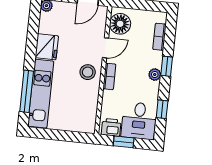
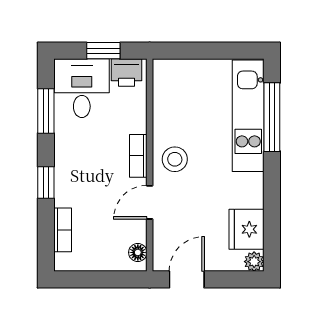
floor lamp: (120, 24) -> (138, 252), width x0.53, depth x0.53
fridge: (47, 47) -> (247, 229), moved
plant: (155, 75) -> (64, 167), removed
window: (162, 109) -> (46, 111), width x1.50

